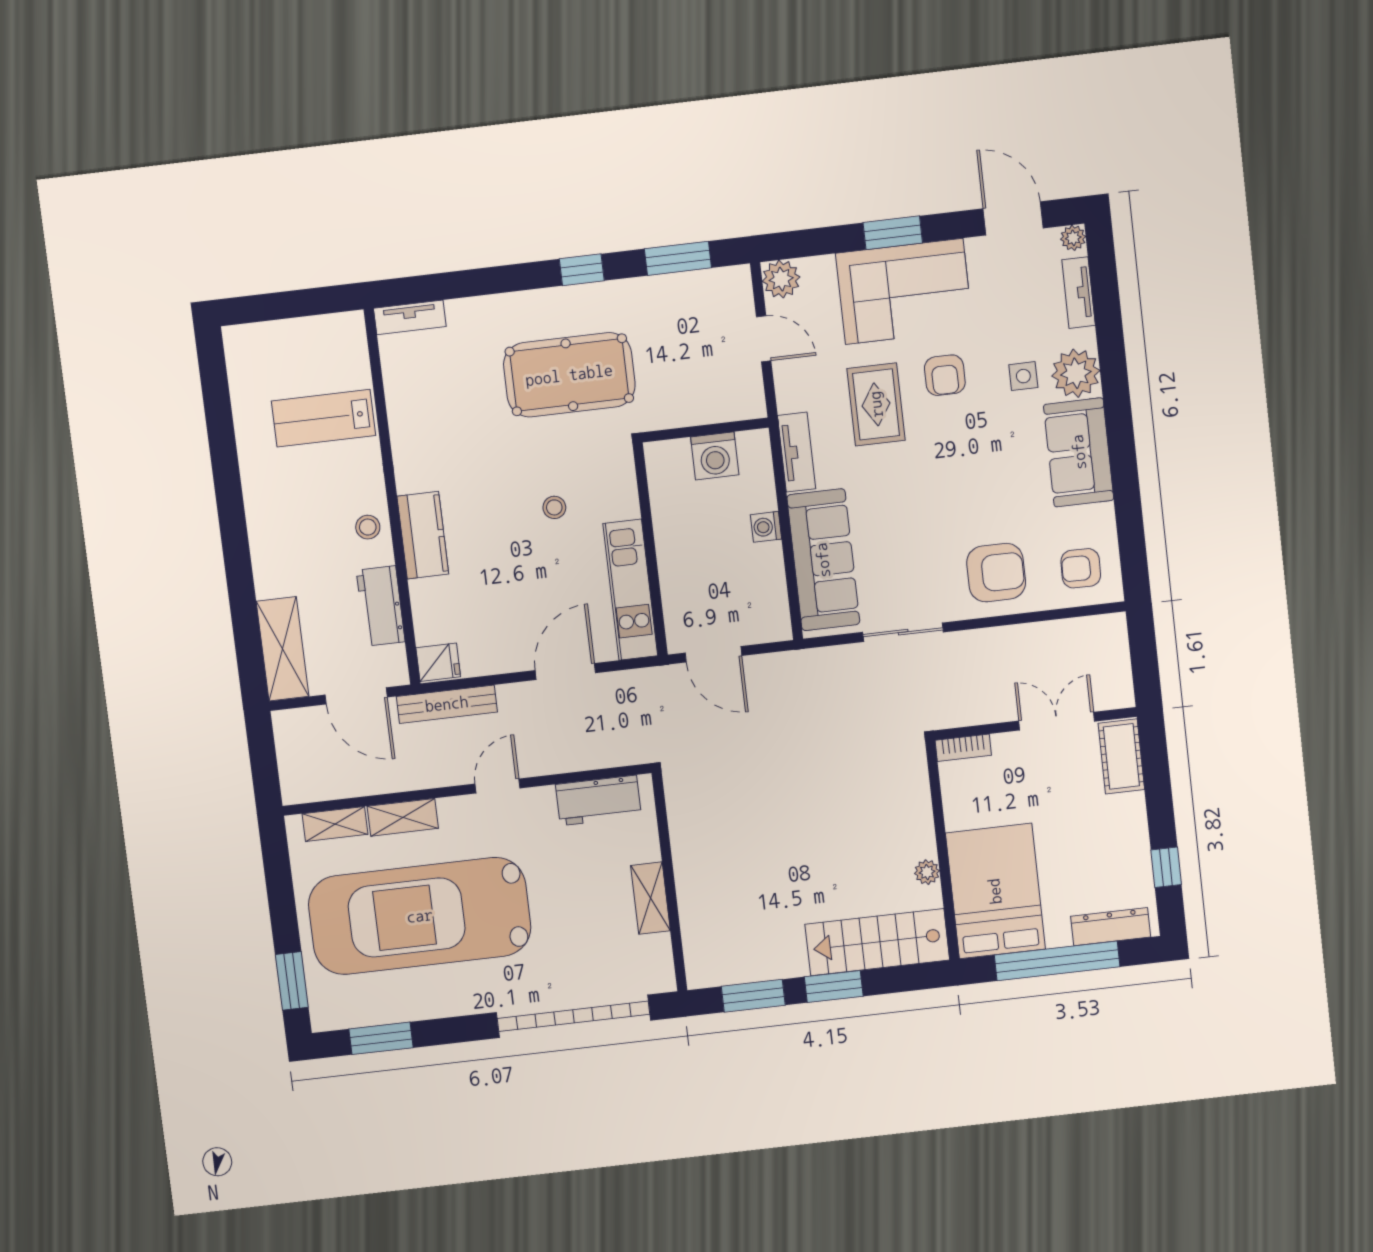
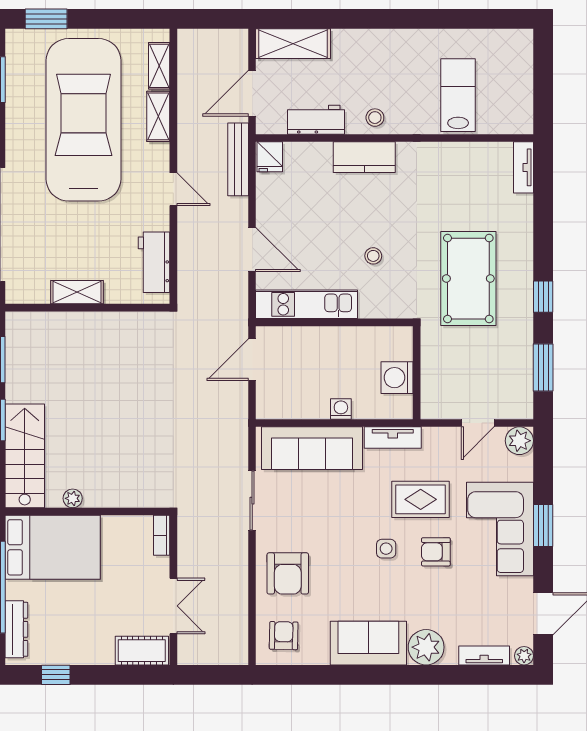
side table: (1023, 376) -> (386, 549), moved

